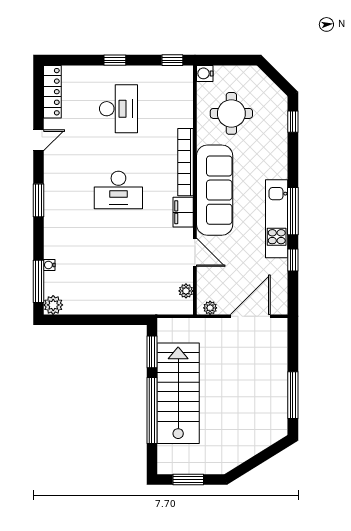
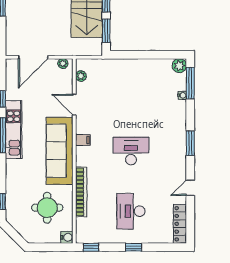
bookcase: (186, 162) -> (81, 192), moved
filing cabinet: (183, 212) -> (83, 140), width x0.50

